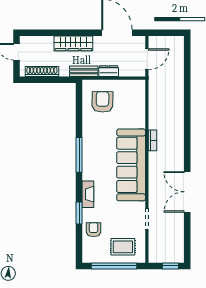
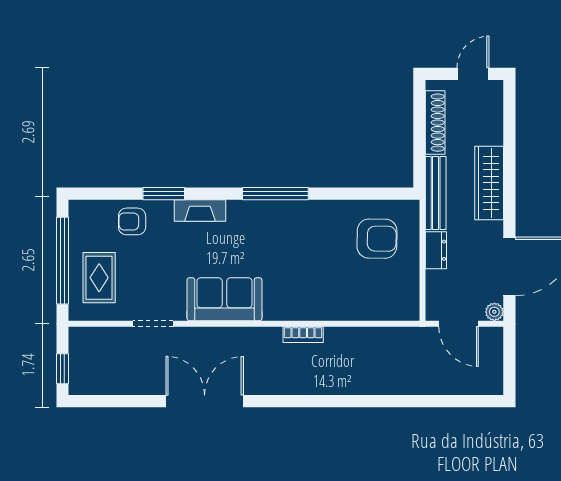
plant: (141, 41) -> (494, 312), added
bench: (84, 71) -> (436, 193), width x1.36
sofa: (131, 165) -> (224, 299), width x0.54, depth x0.79
armchair: (94, 230) -> (132, 221), turned 180

